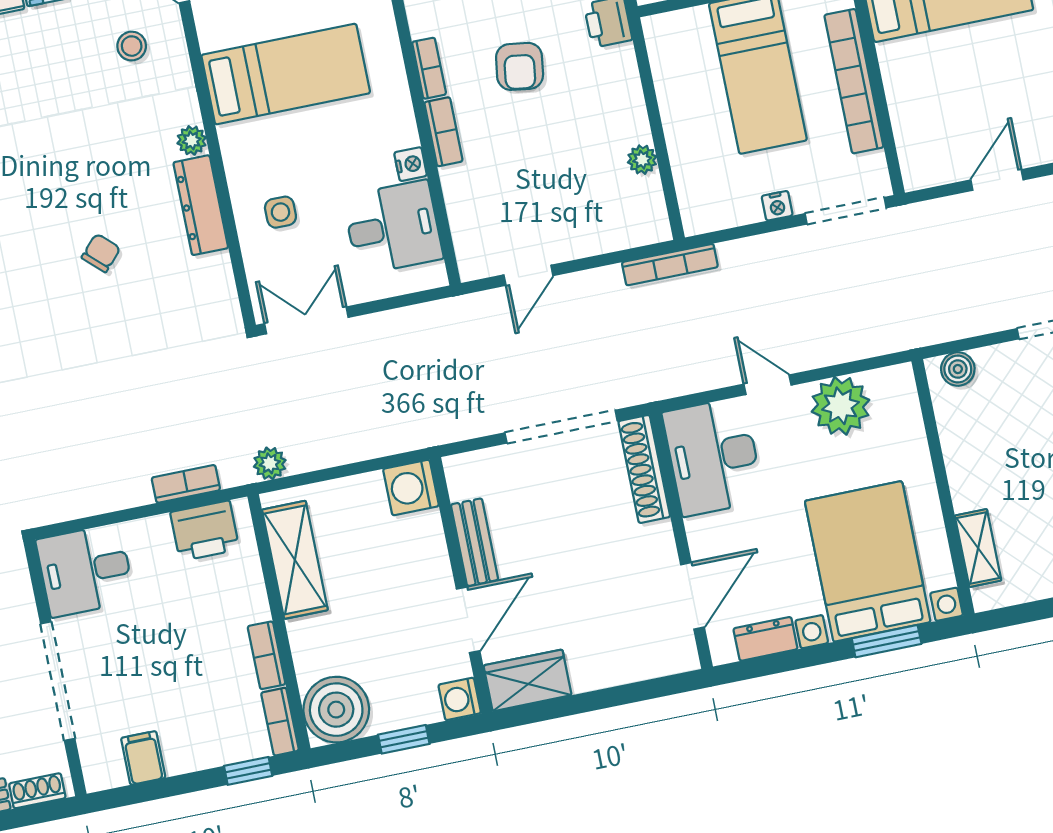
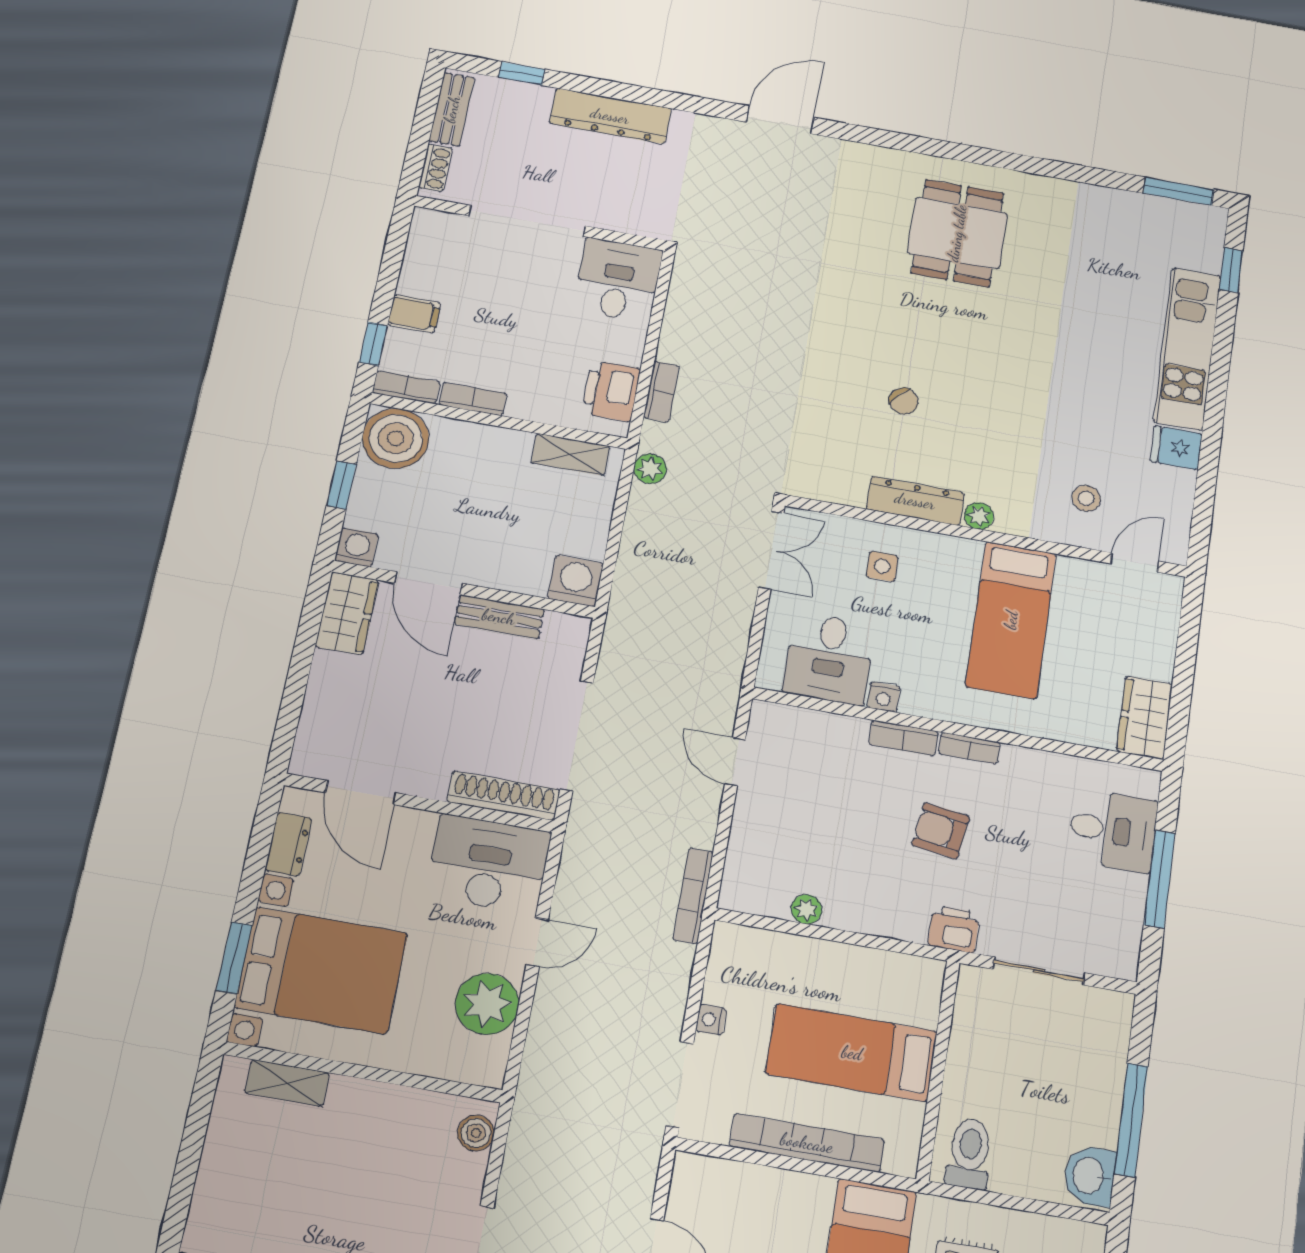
shelving: (295, 560) -> (570, 454), width x0.67, depth x0.75
filing cabinet: (143, 758) -> (414, 314), moved

